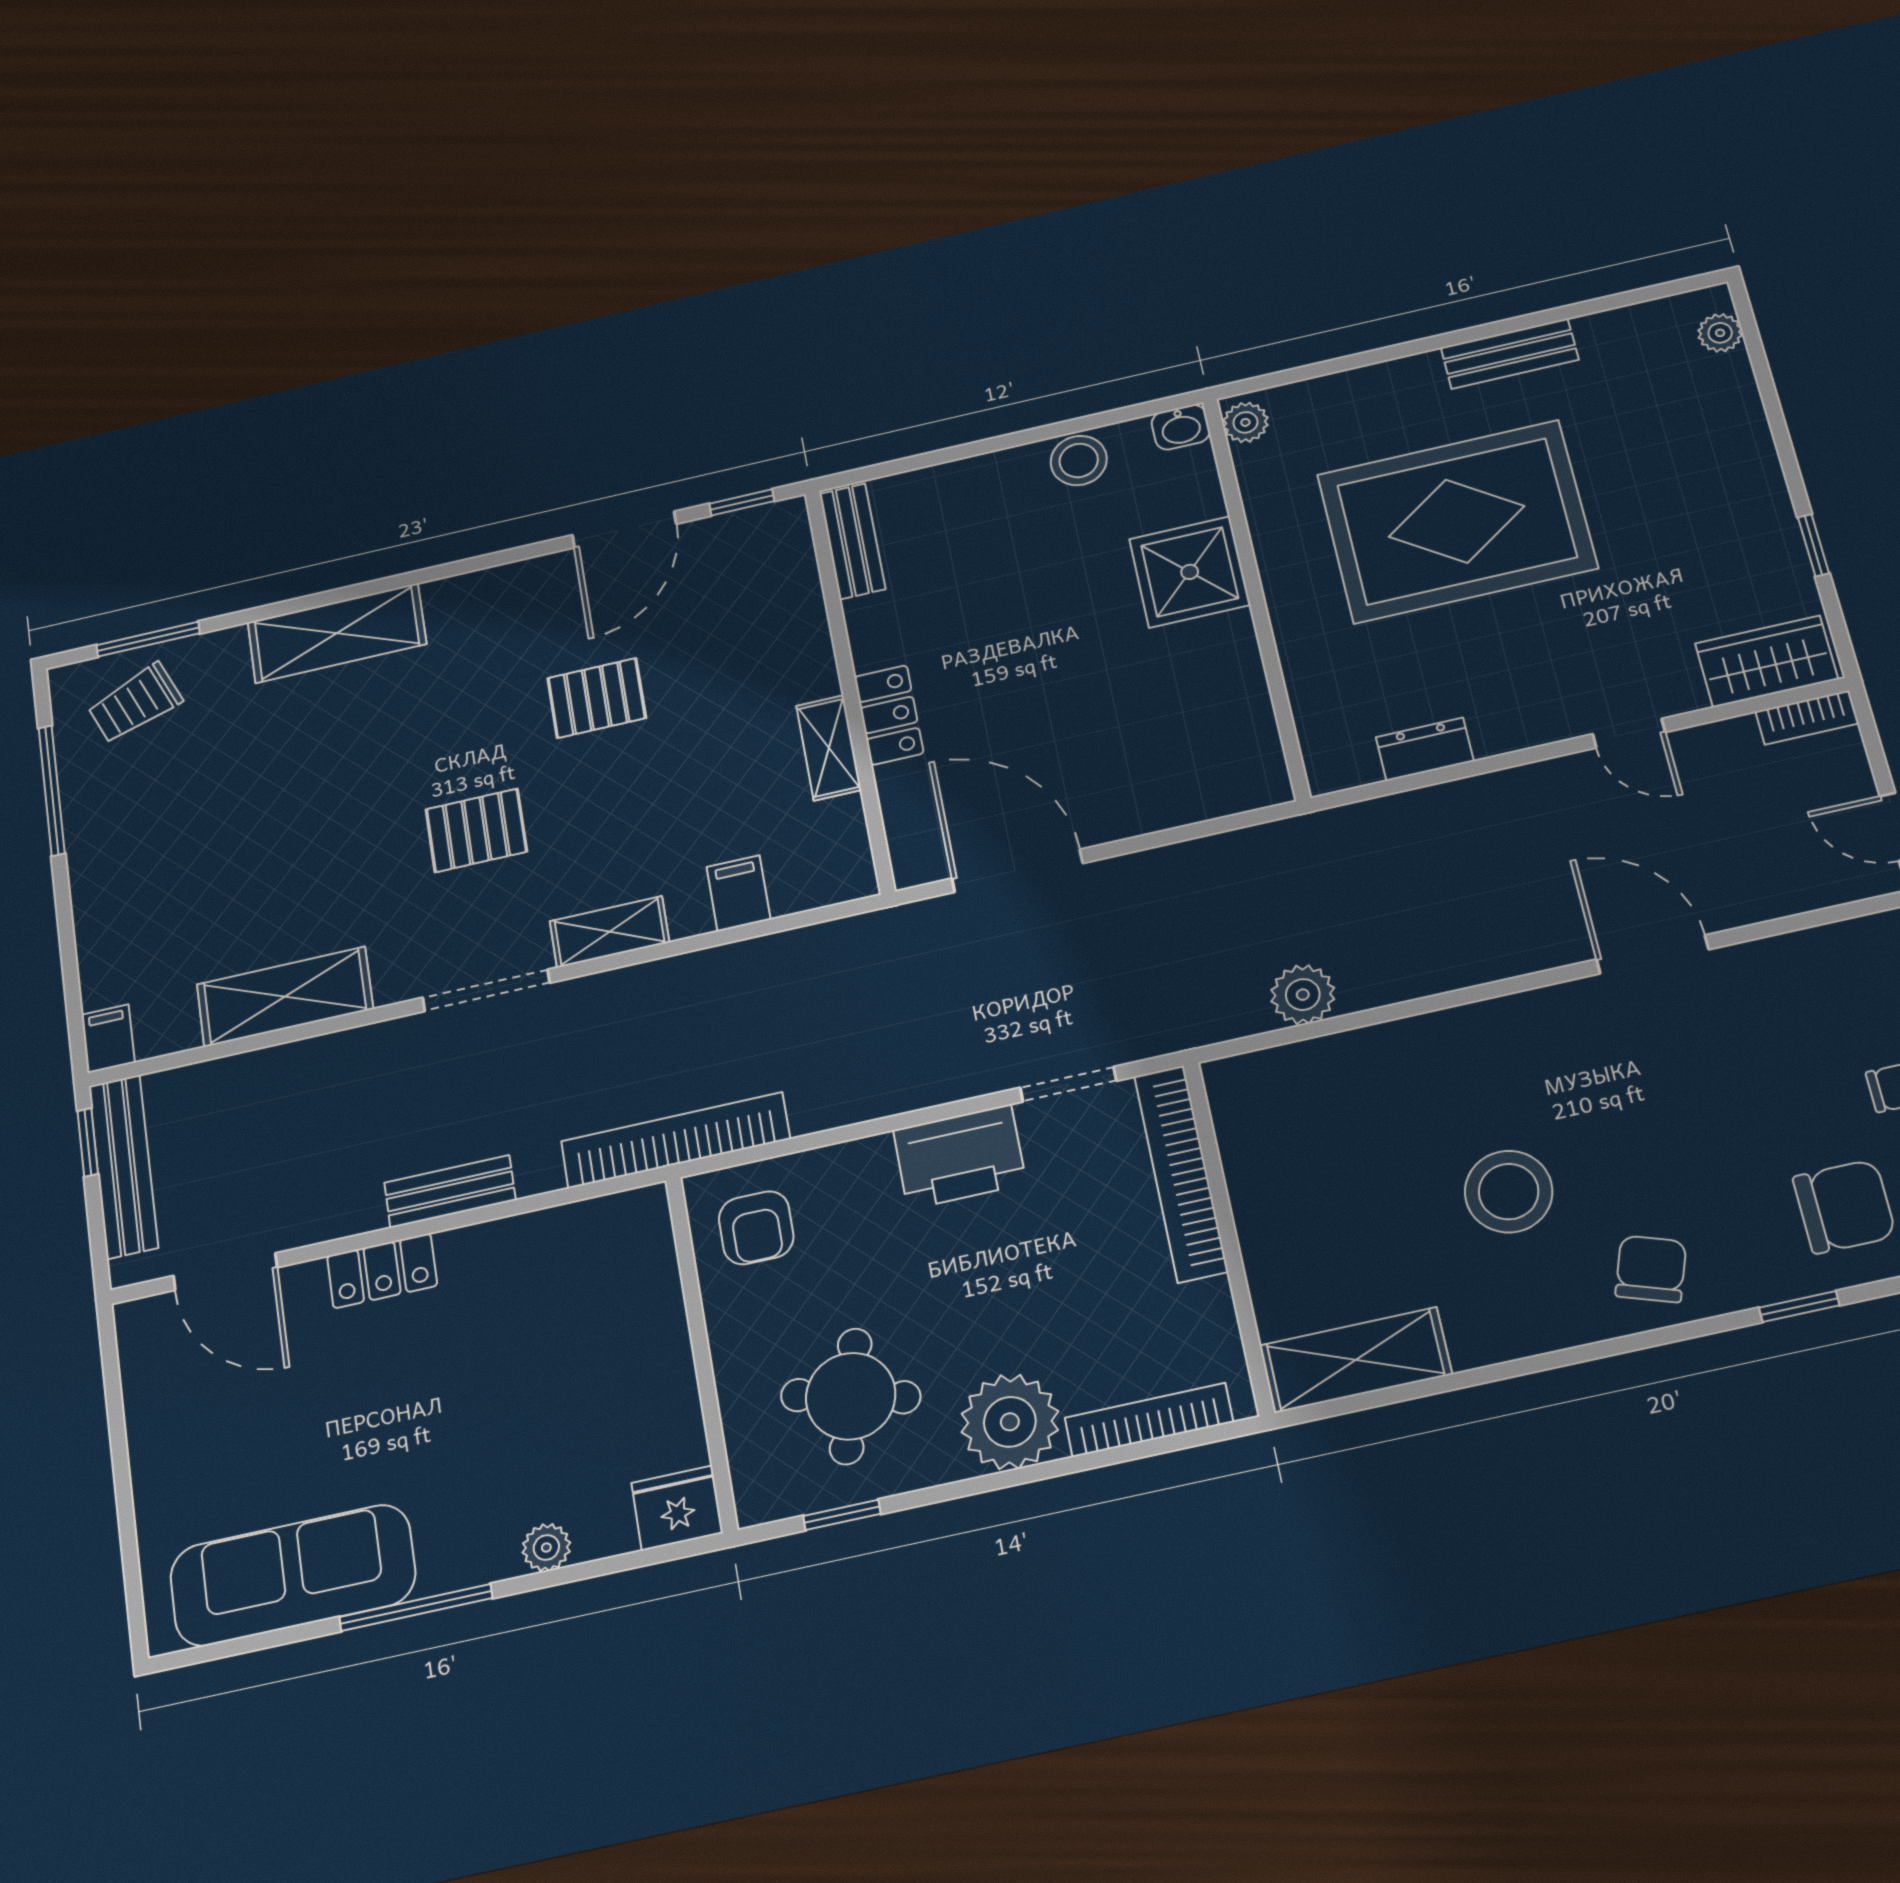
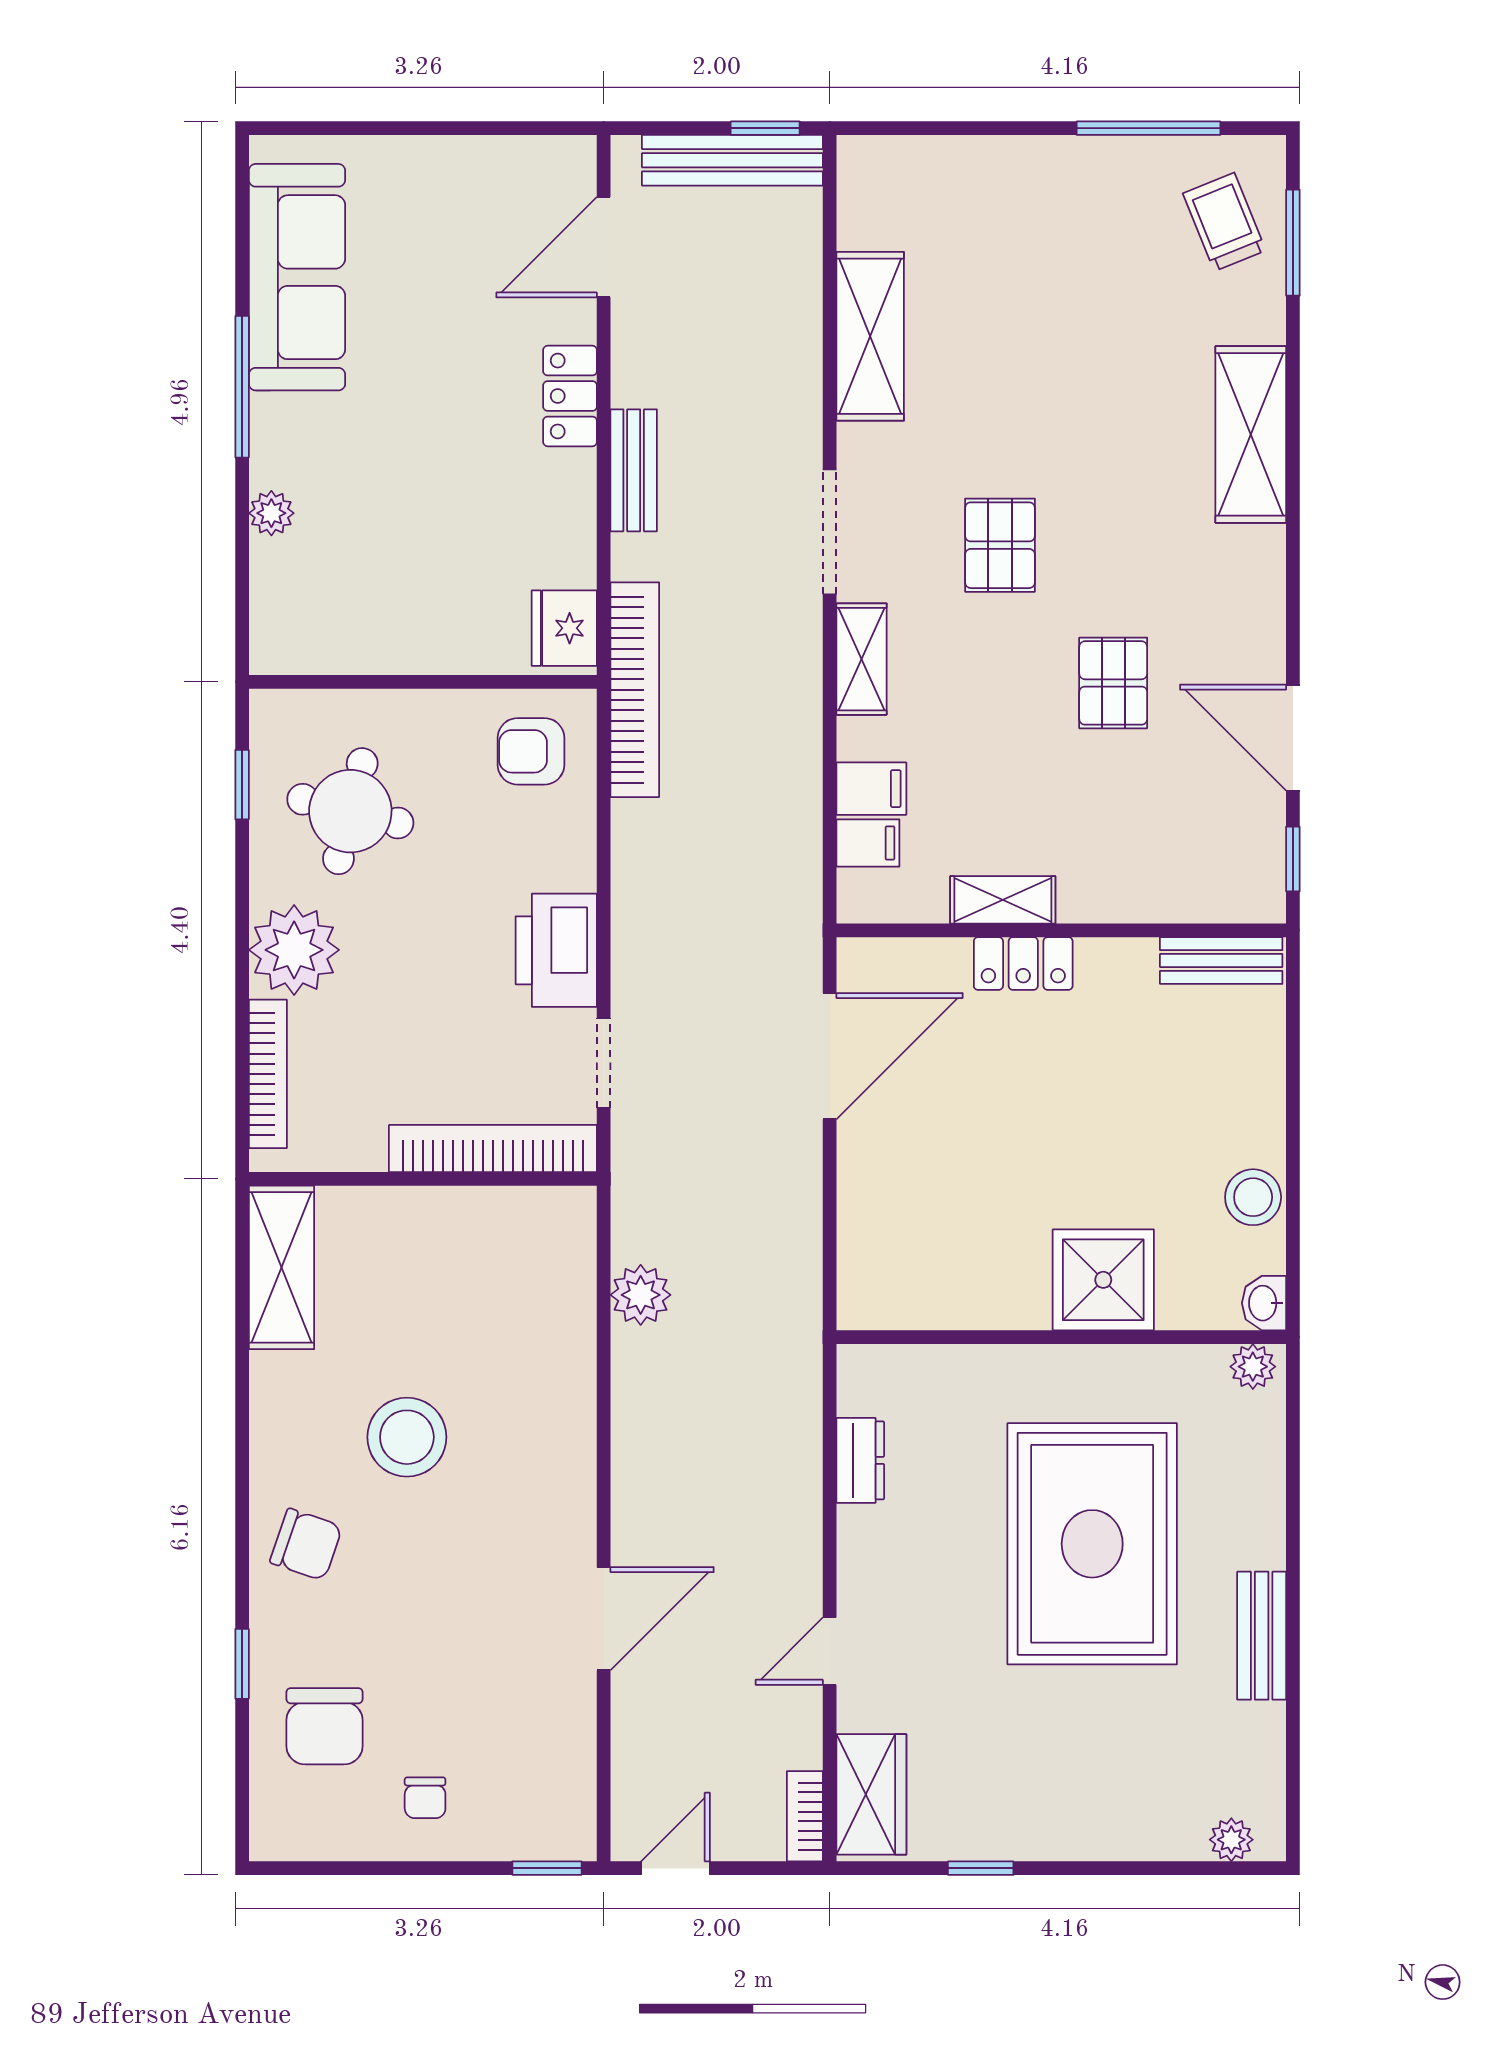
filing cabinet: (108, 1039) -> (868, 843), moved
fridge: (677, 1508) -> (564, 628), moved, turned 180

